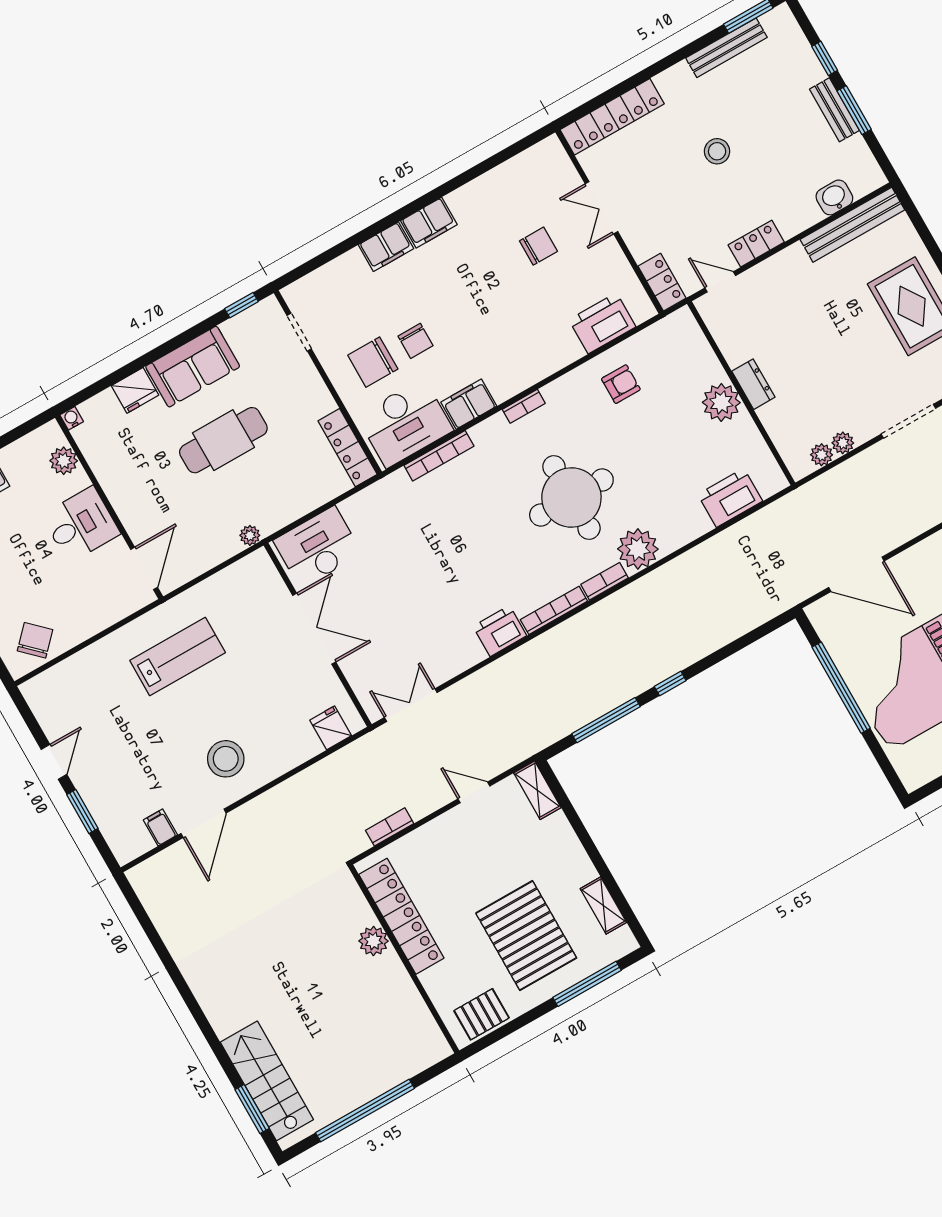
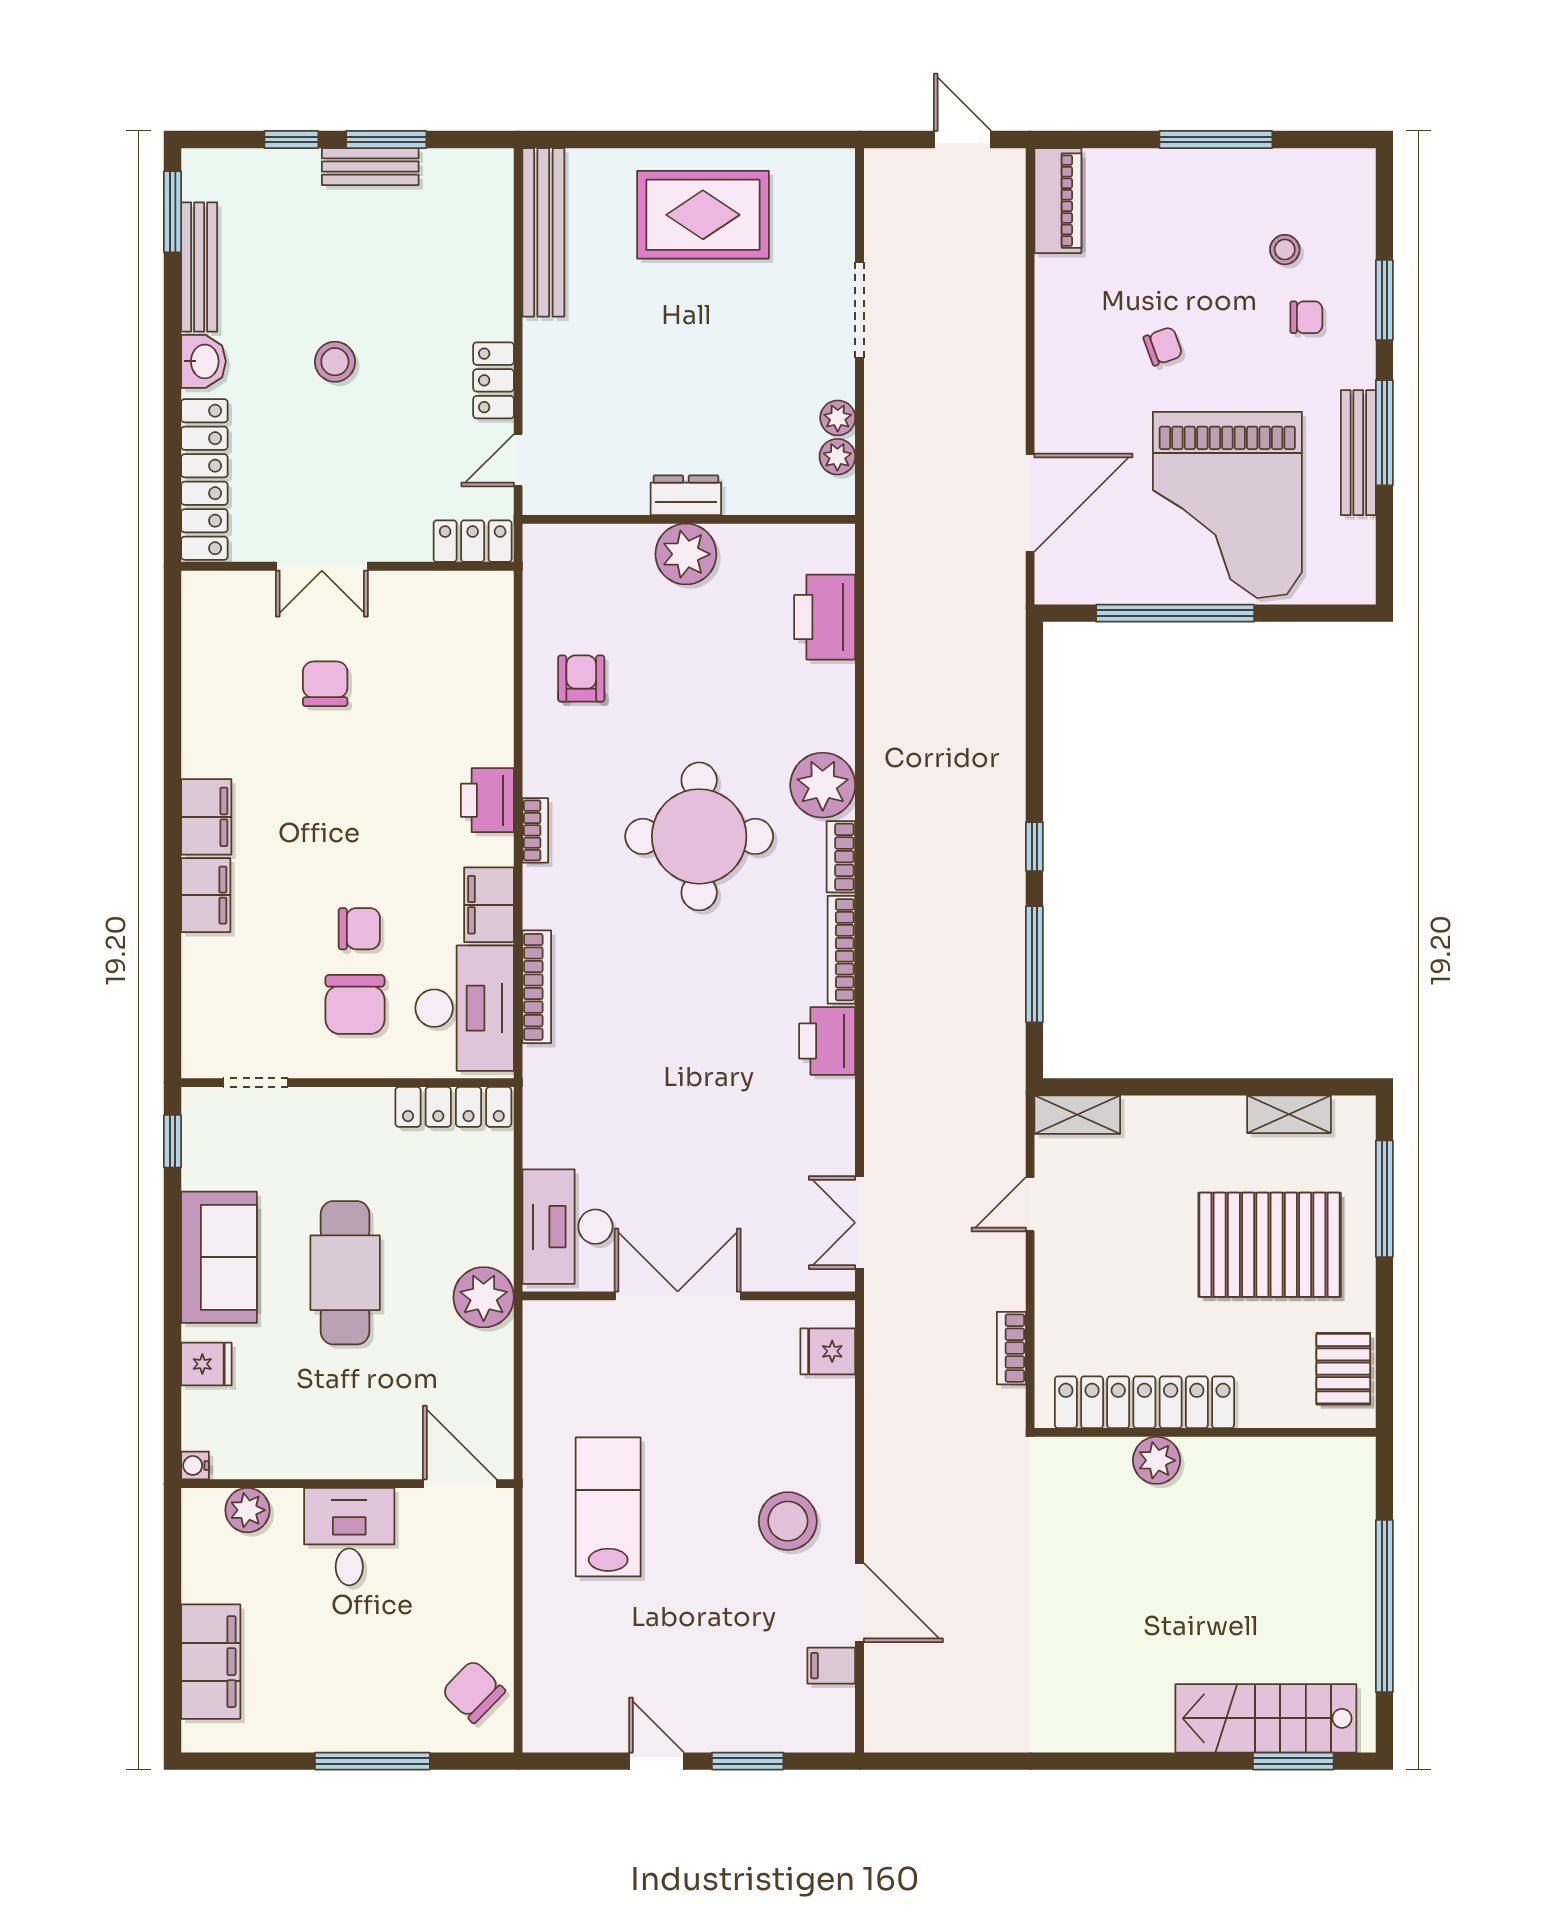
washbasin: (834, 197) -> (203, 361), moved, turned 180
printer: (602, 323) -> (487, 800), moved, width x0.73, depth x0.84
fridge: (135, 390) -> (206, 1364), width x0.72
plant: (250, 535) -> (484, 1297), width x1.87, depth x1.87

